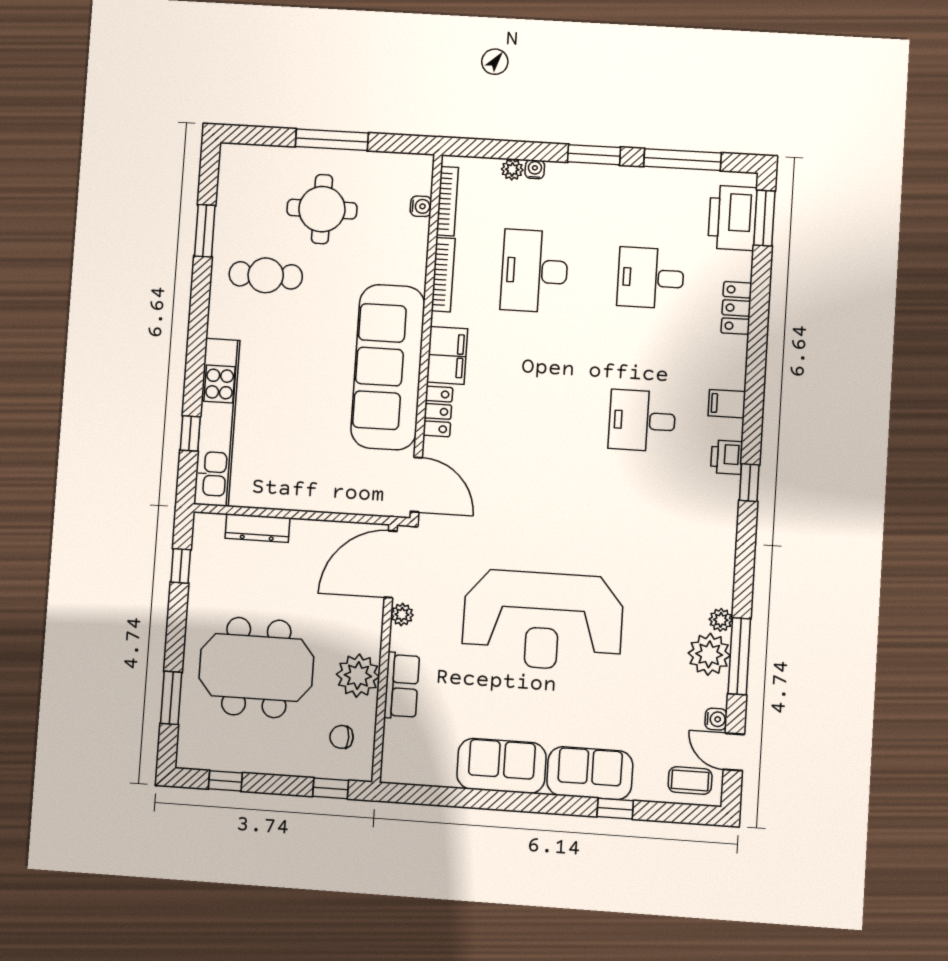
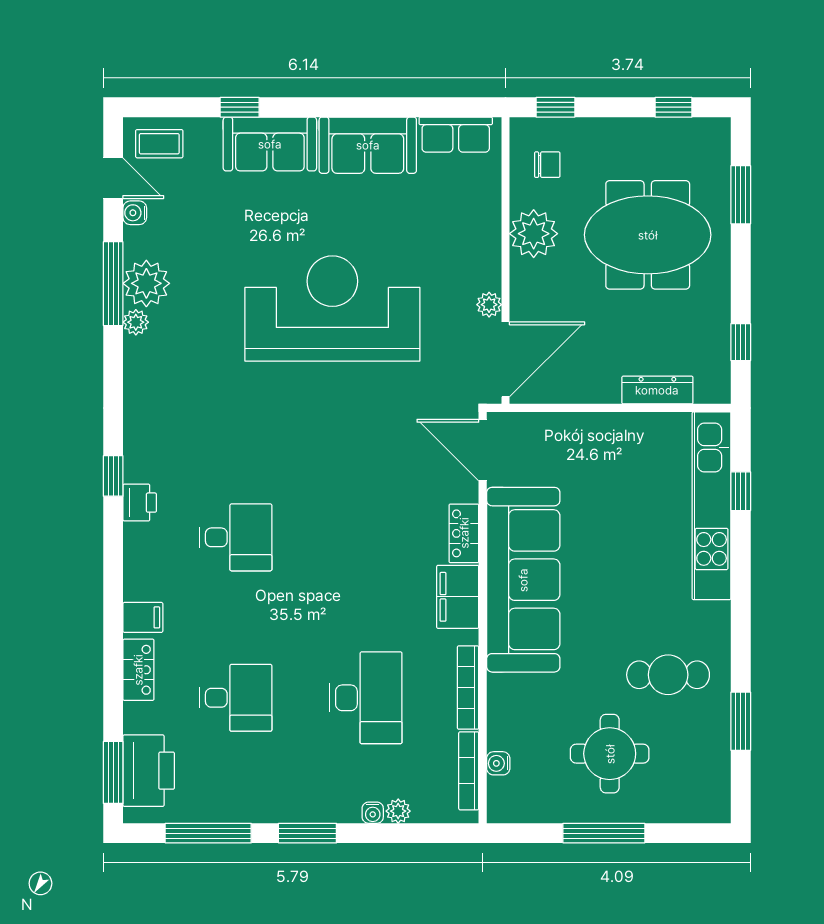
filing cabinet: (727, 404) -> (143, 617), moved
row of seats: (402, 686) -> (456, 135), moved, turned -90

